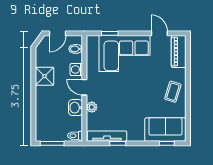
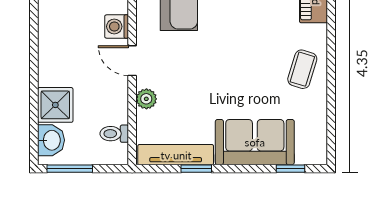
shower: (44, 76) -> (55, 105), moved
washbasin: (76, 108) -> (51, 140), moved, turned 180
sofa: (165, 130) -> (255, 142), moved
toilet: (75, 136) -> (114, 134), moved

